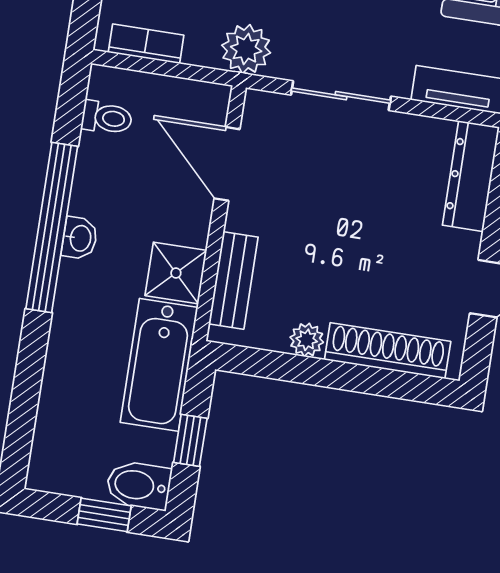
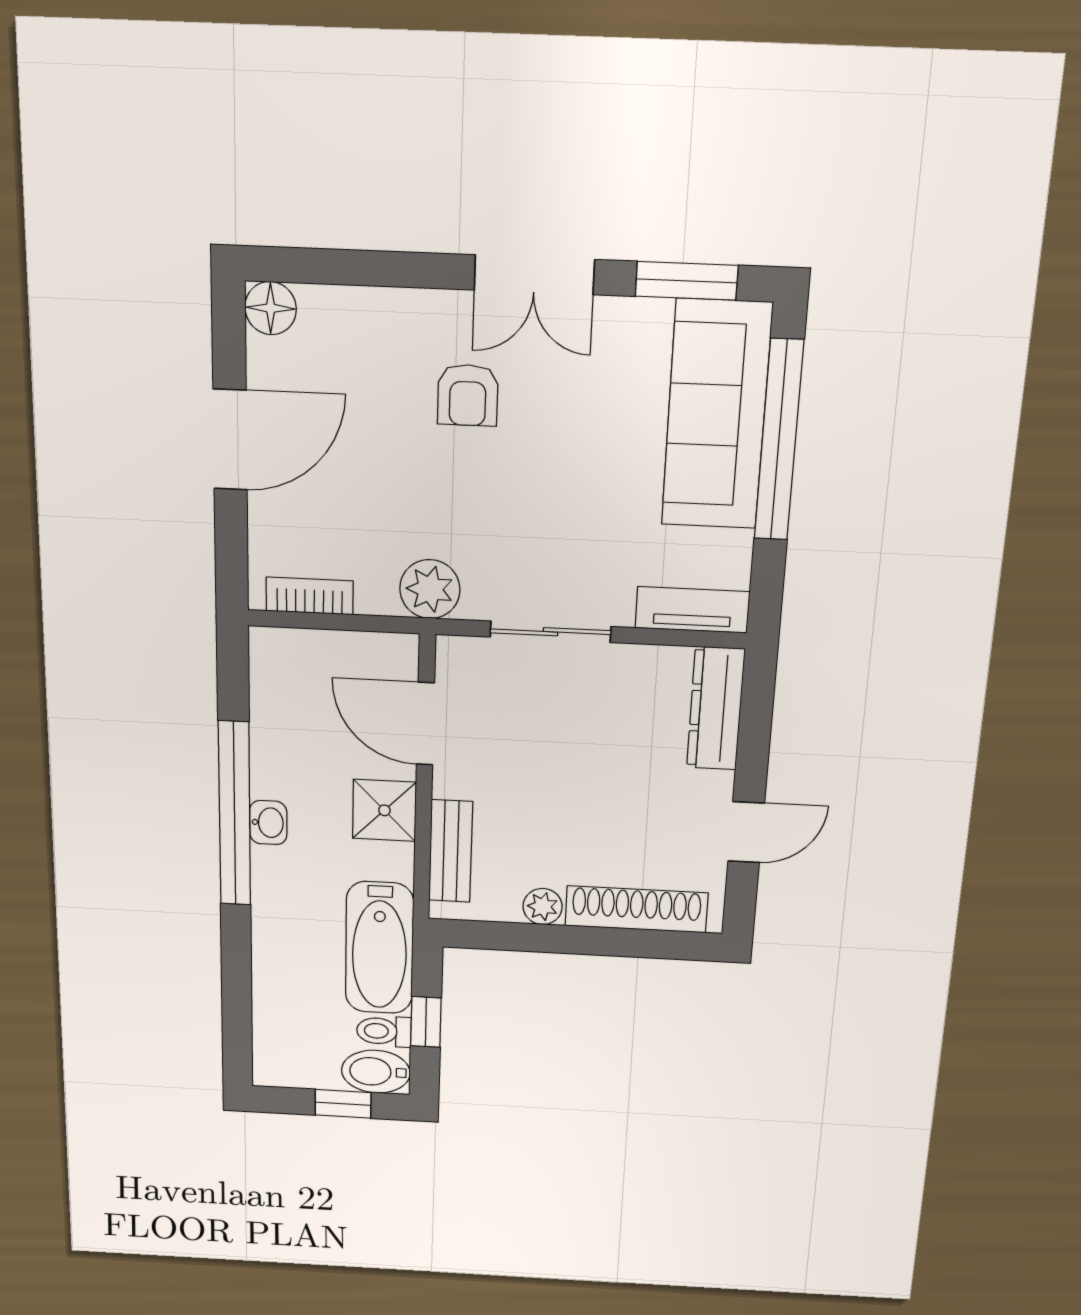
toilet: (107, 118) -> (384, 1031), moved, turned 180
shower: (176, 273) -> (384, 810), moved

